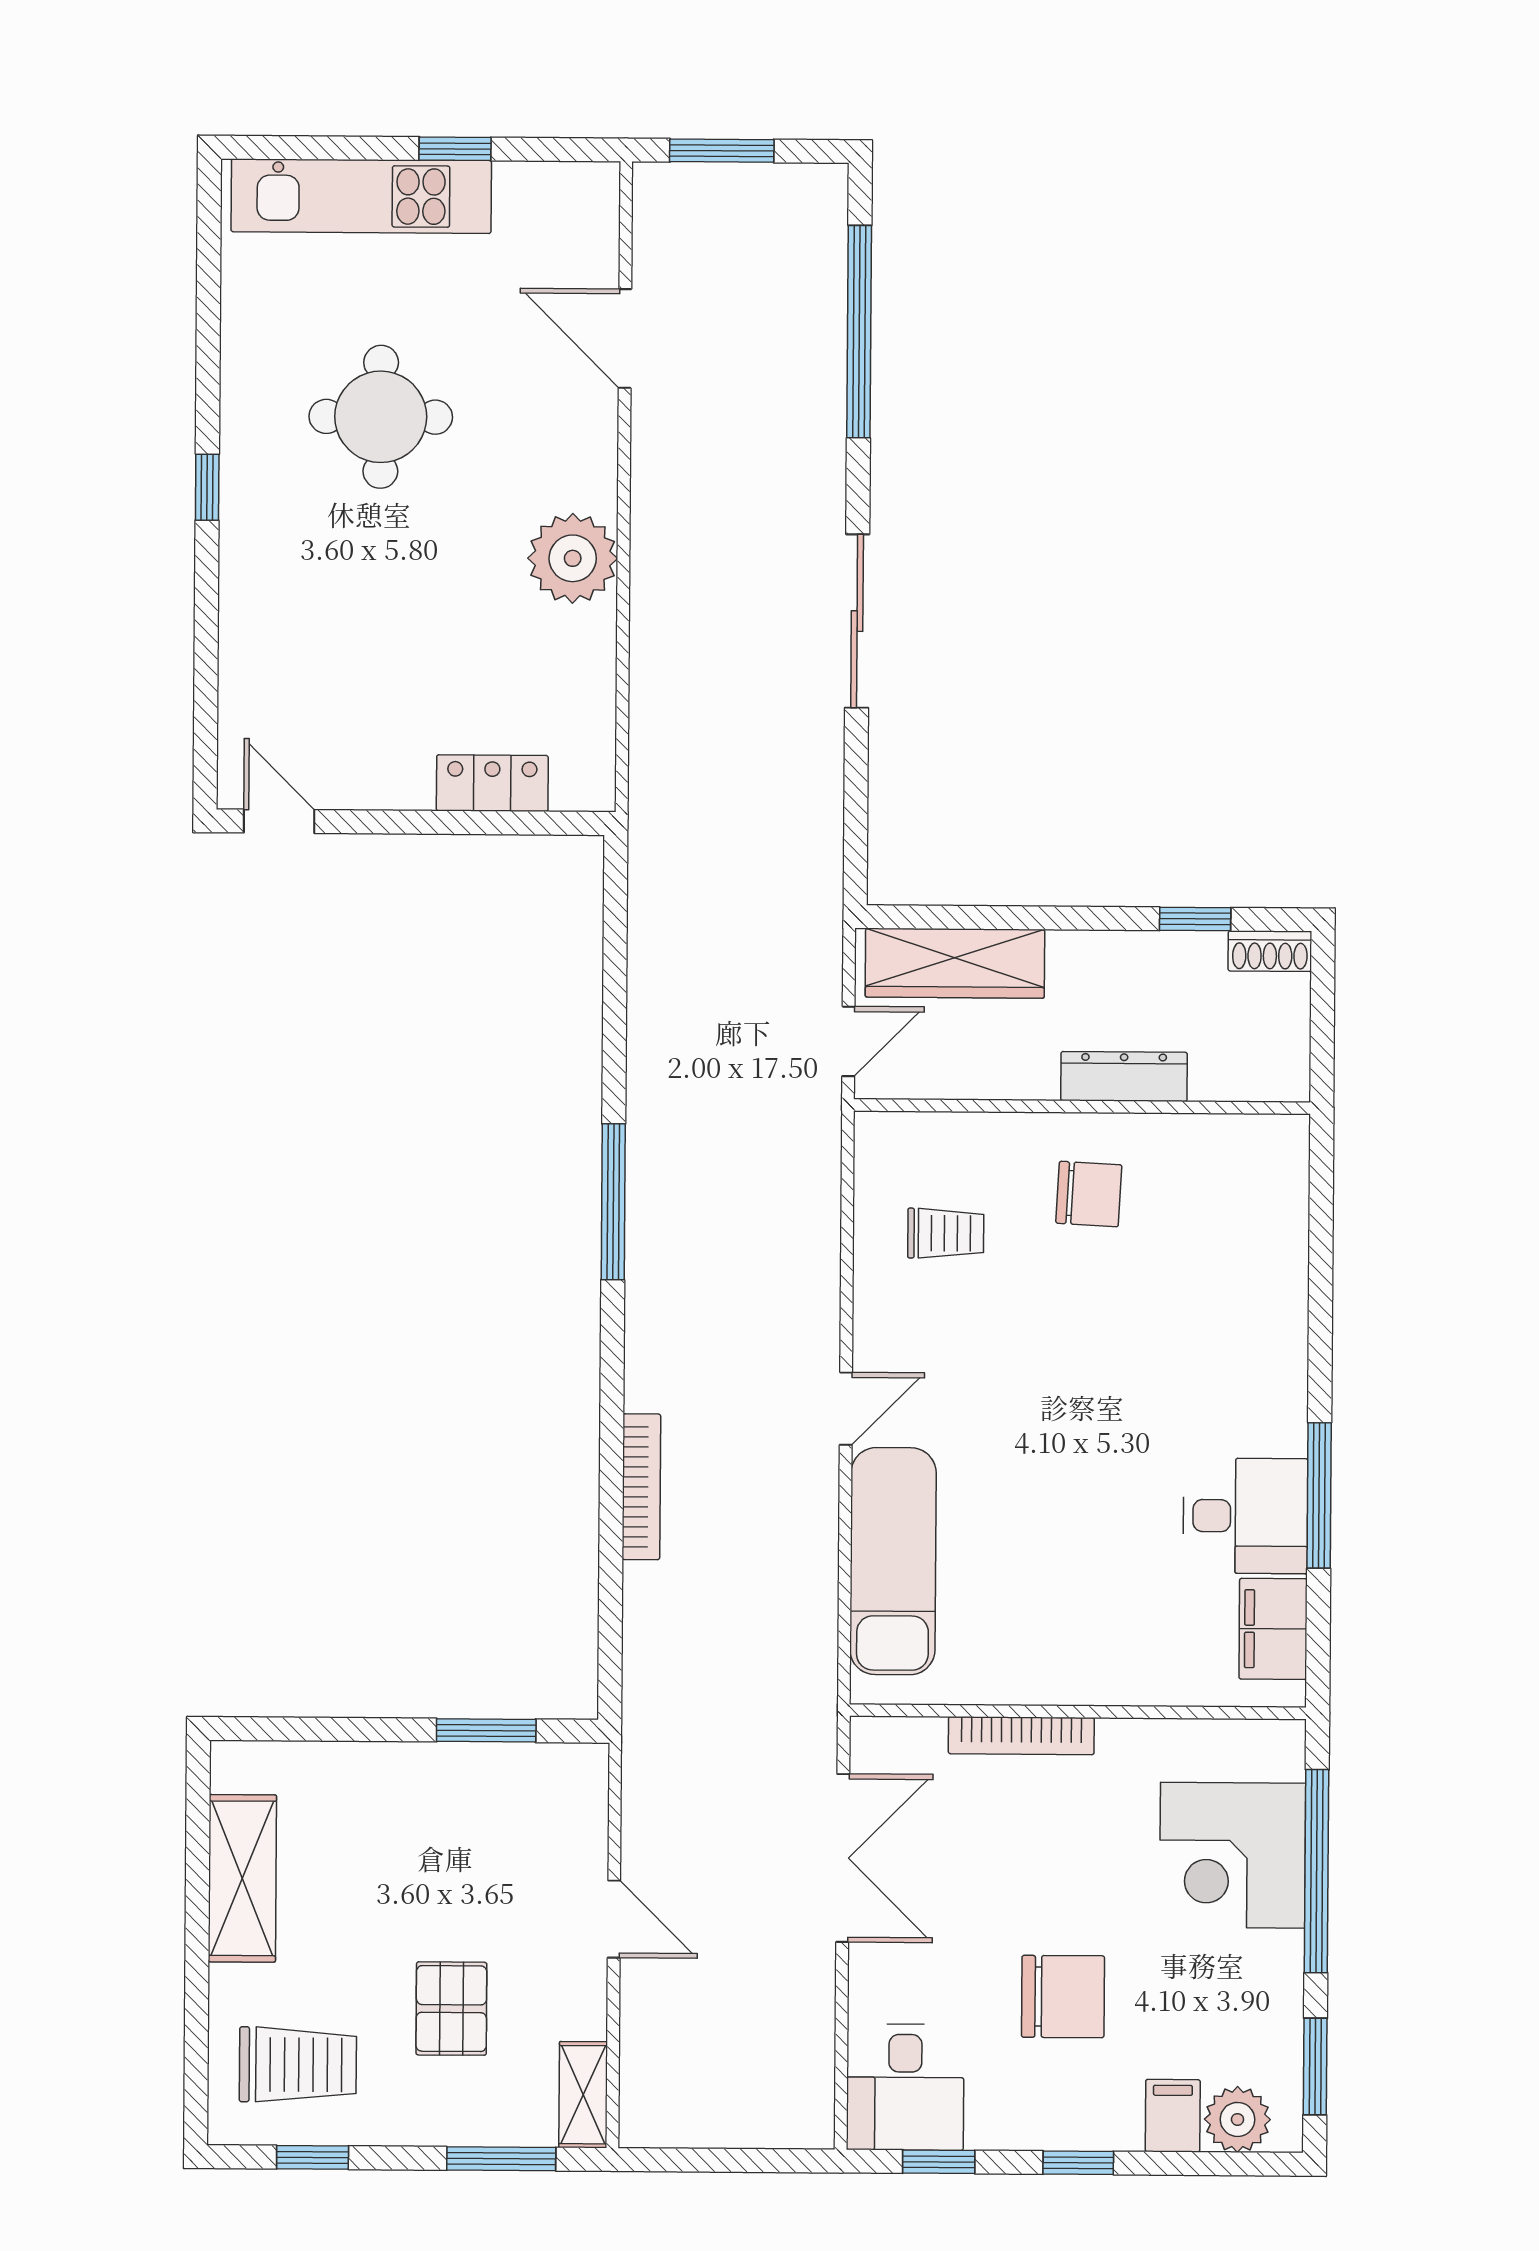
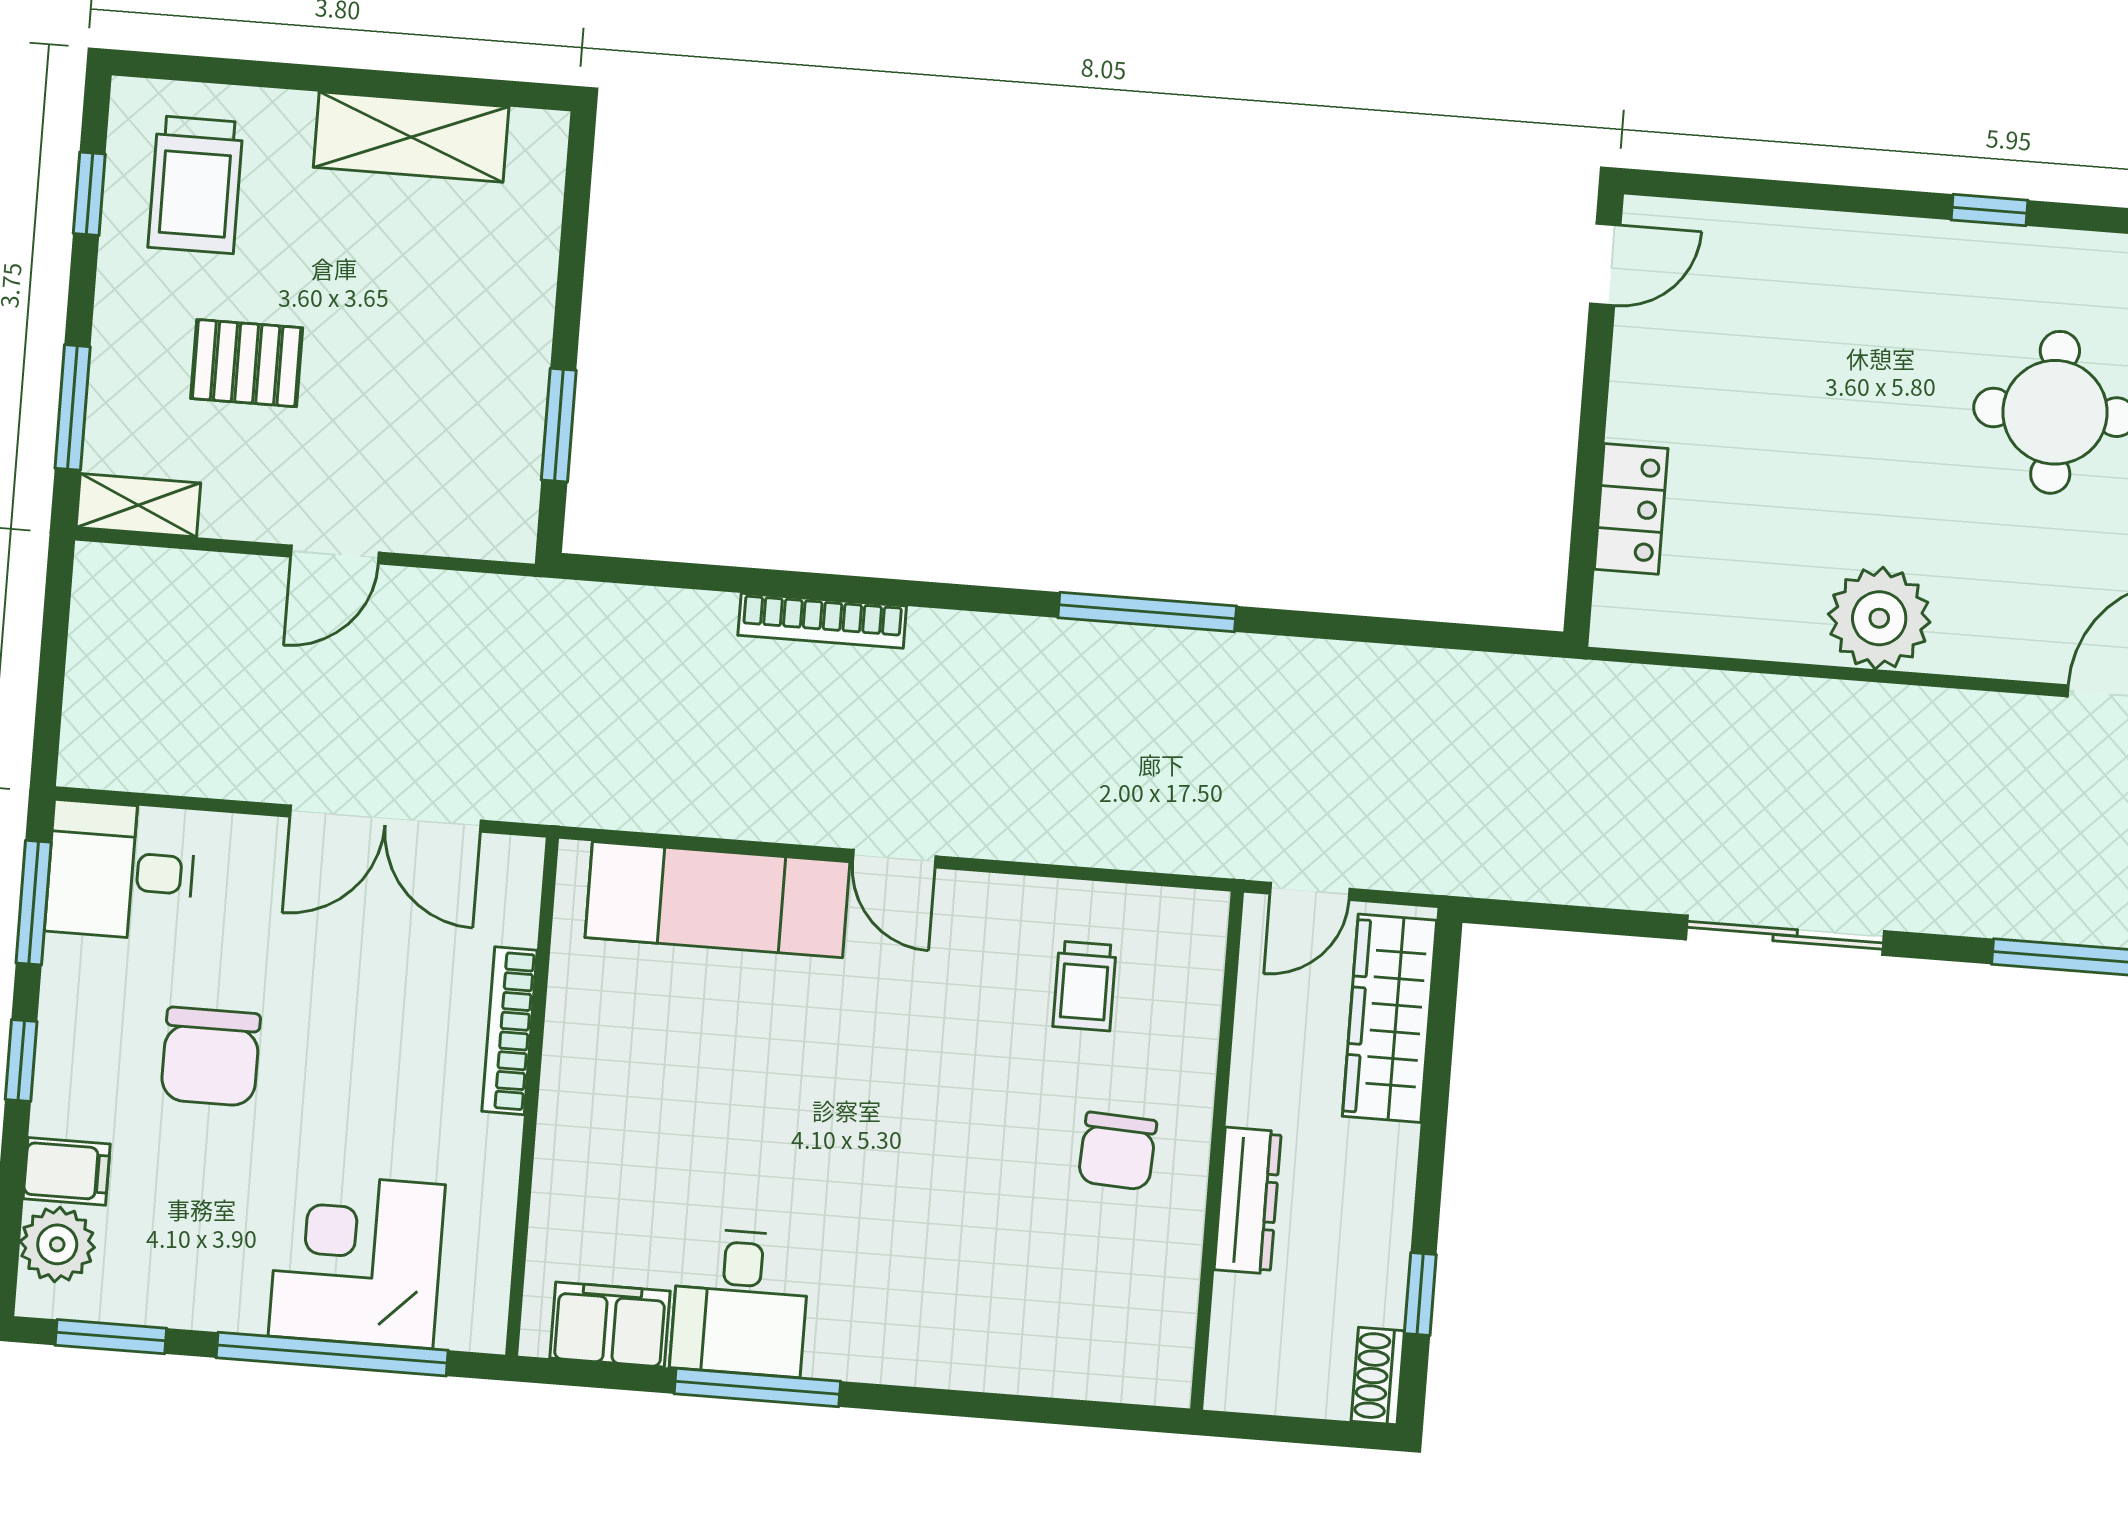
door: (848, 1041) -> (1310, 891), hinge flipped
window: (939, 2162) -> (34, 903), width x1.50

